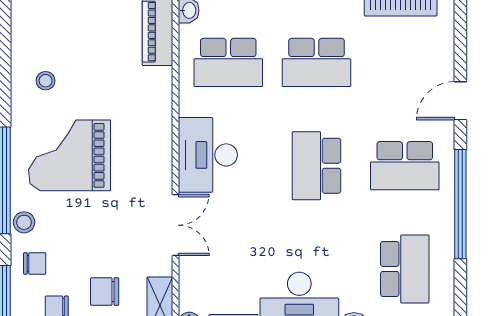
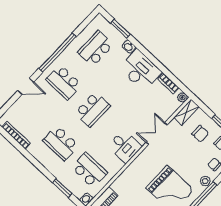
school desk: (317, 62) -> (61, 143), turned 180
desk: (208, 155) -> (125, 146), width x0.73
school desk: (405, 166) -> (64, 82), turned 180

